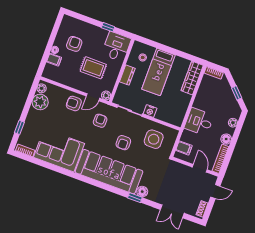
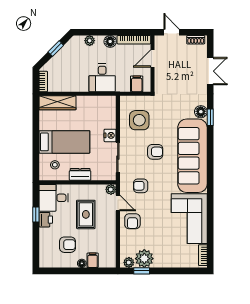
printer: (101, 34) -> (46, 220), added
armchair: (74, 44) -> (68, 245), turned 180
window: (19, 127) -> (142, 271), moved

